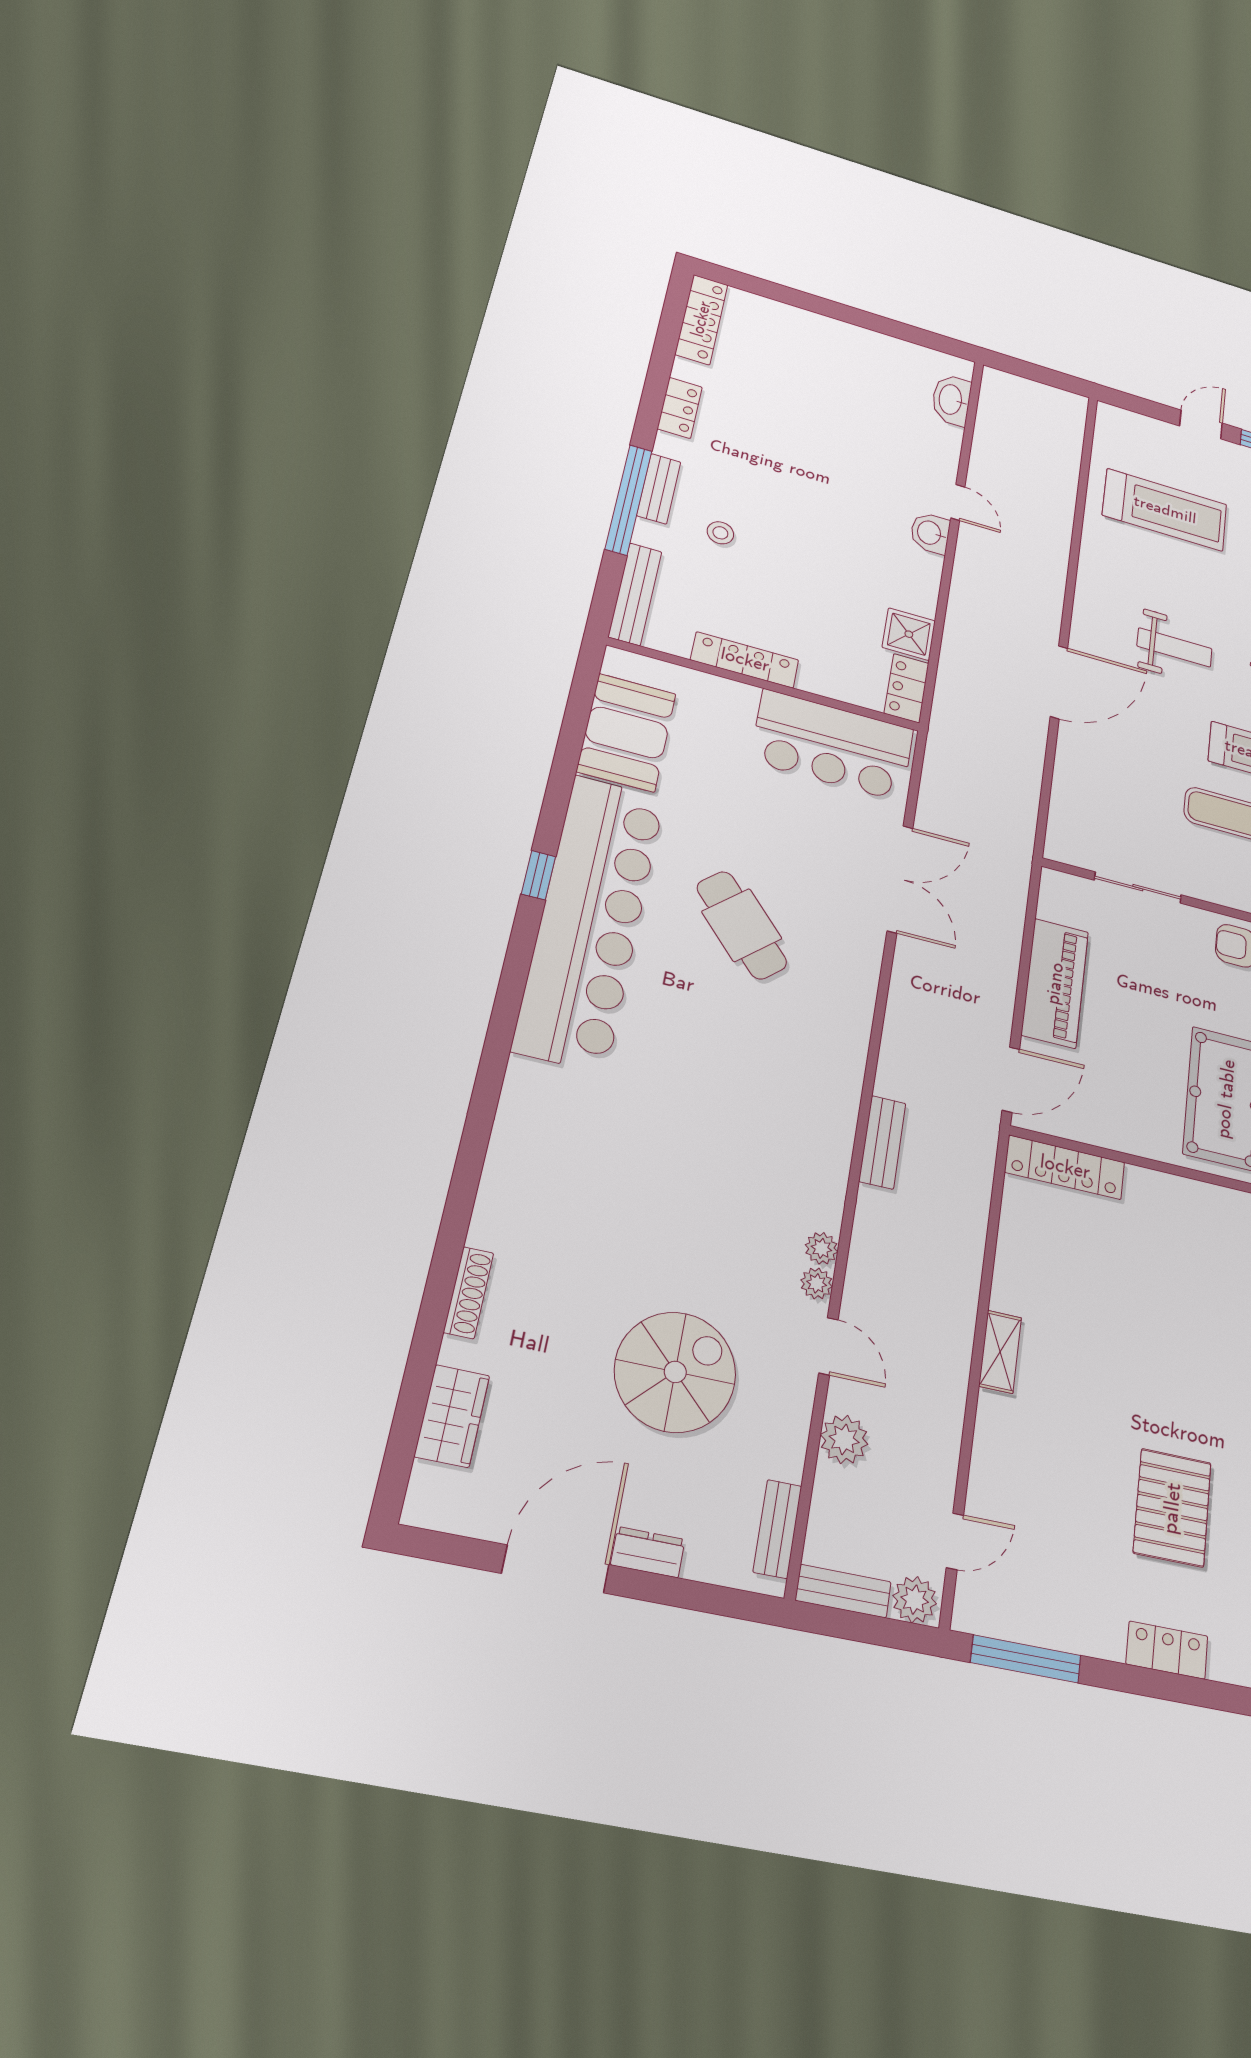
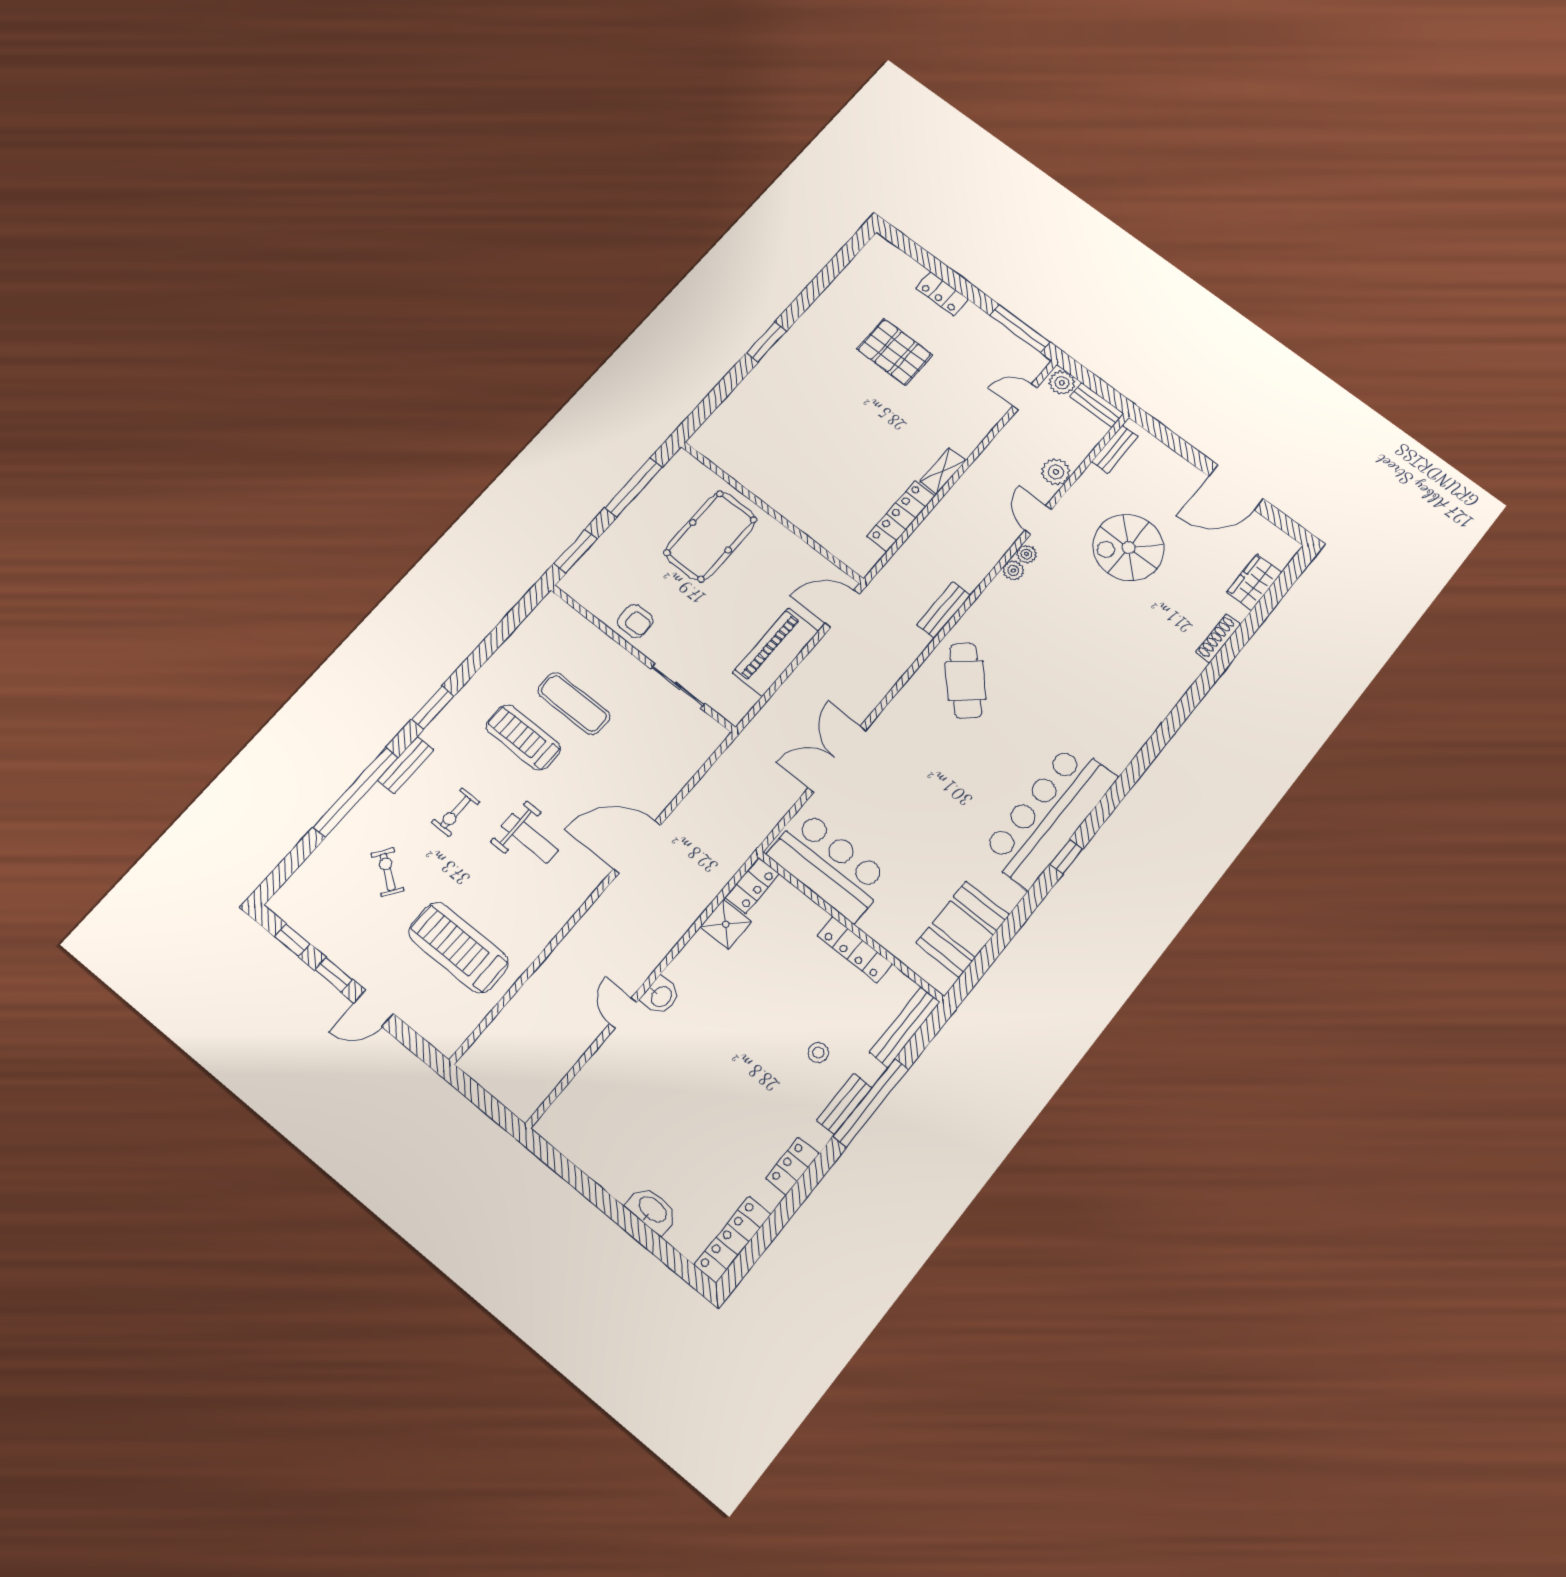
washbasin: (951, 400) -> (652, 1210), moved, turned -90
weight bench: (1175, 647) -> (530, 838), turned 180
bar counter: (590, 920) -> (1049, 815), width x0.73
cafe table: (742, 925) -> (966, 681), moved
locker: (1065, 1167) -> (901, 516), moved, turned -90
pallet: (1172, 1508) -> (895, 352), turned 90
dresser: (648, 1552) -> (1187, 472), removed

